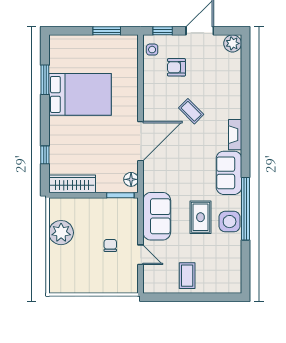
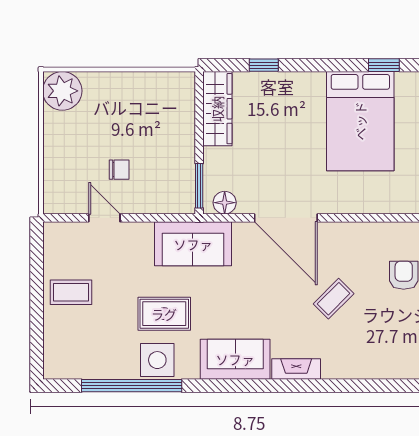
window: (45, 80) -> (384, 65), width x0.67
window: (245, 209) -> (132, 386), moved
sofa: (157, 216) -> (193, 244), moved
plant: (61, 233) -> (62, 91), moved
door: (141, 255) -> (104, 218), swing flipped

